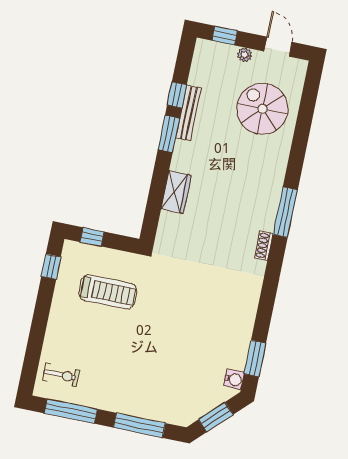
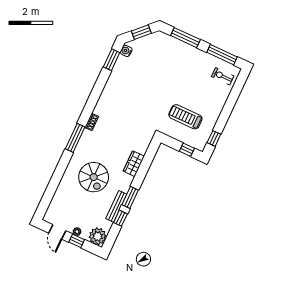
window: (225, 36) -> (77, 241), moved
plant: (208, 55) -> (98, 236), added
spiral stairs: (262, 109) -> (94, 177), moved

